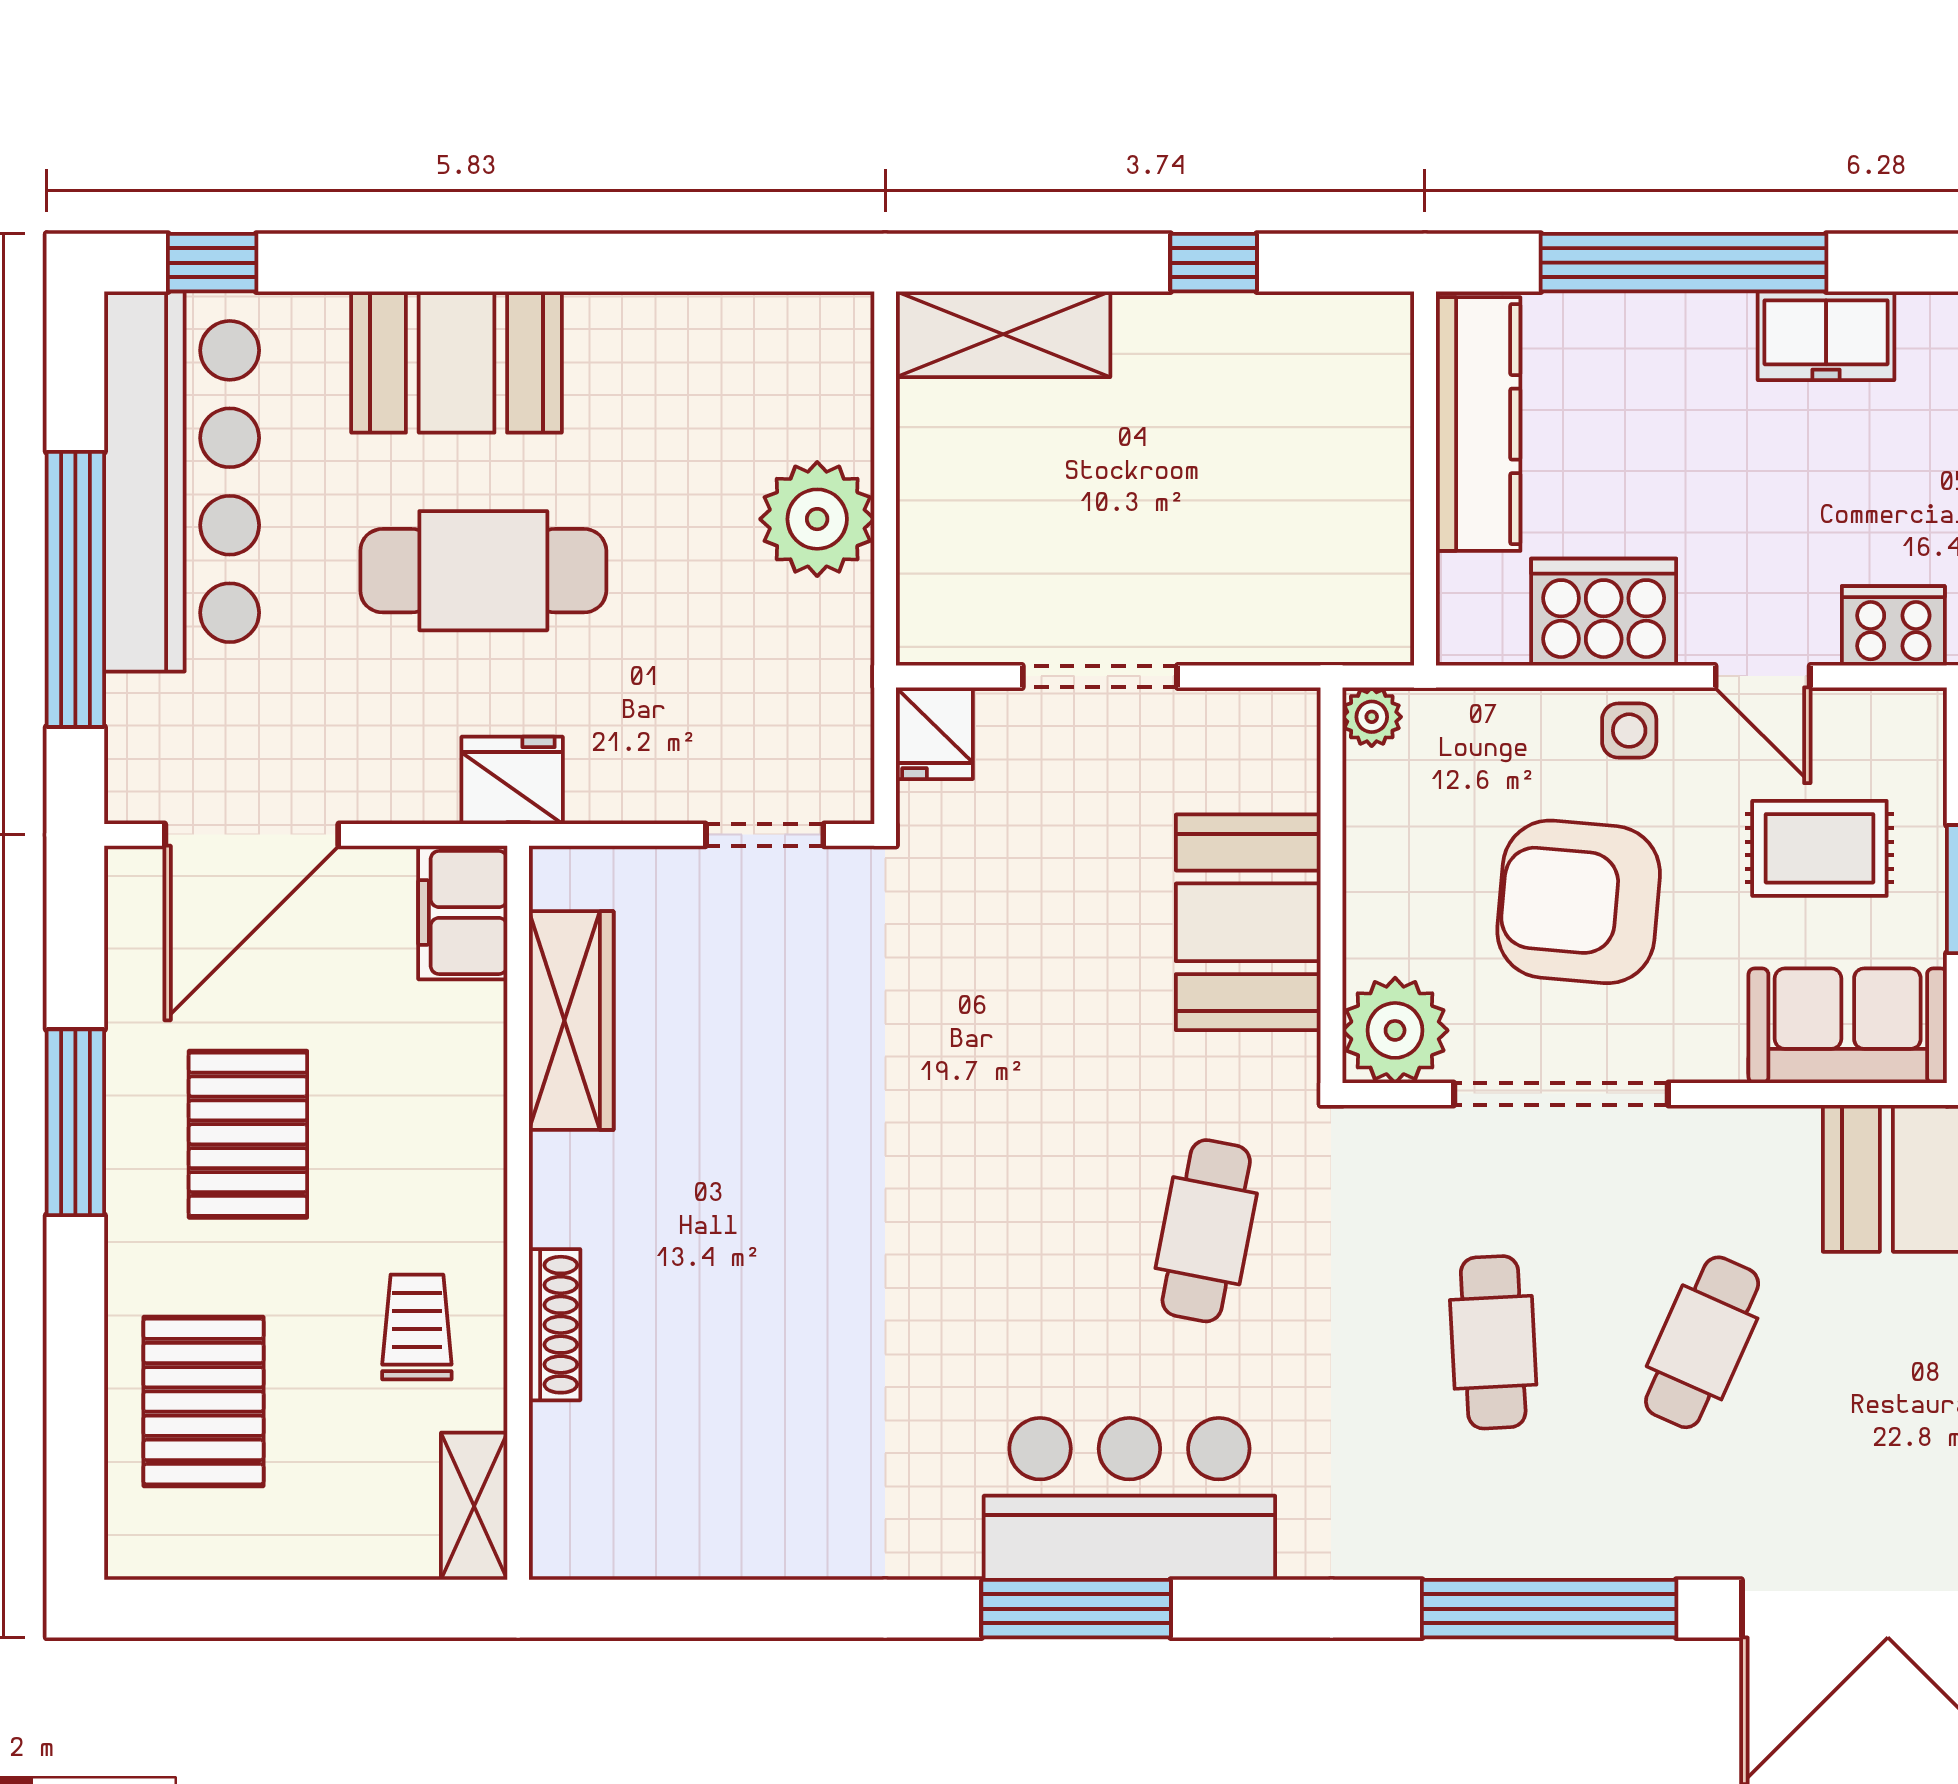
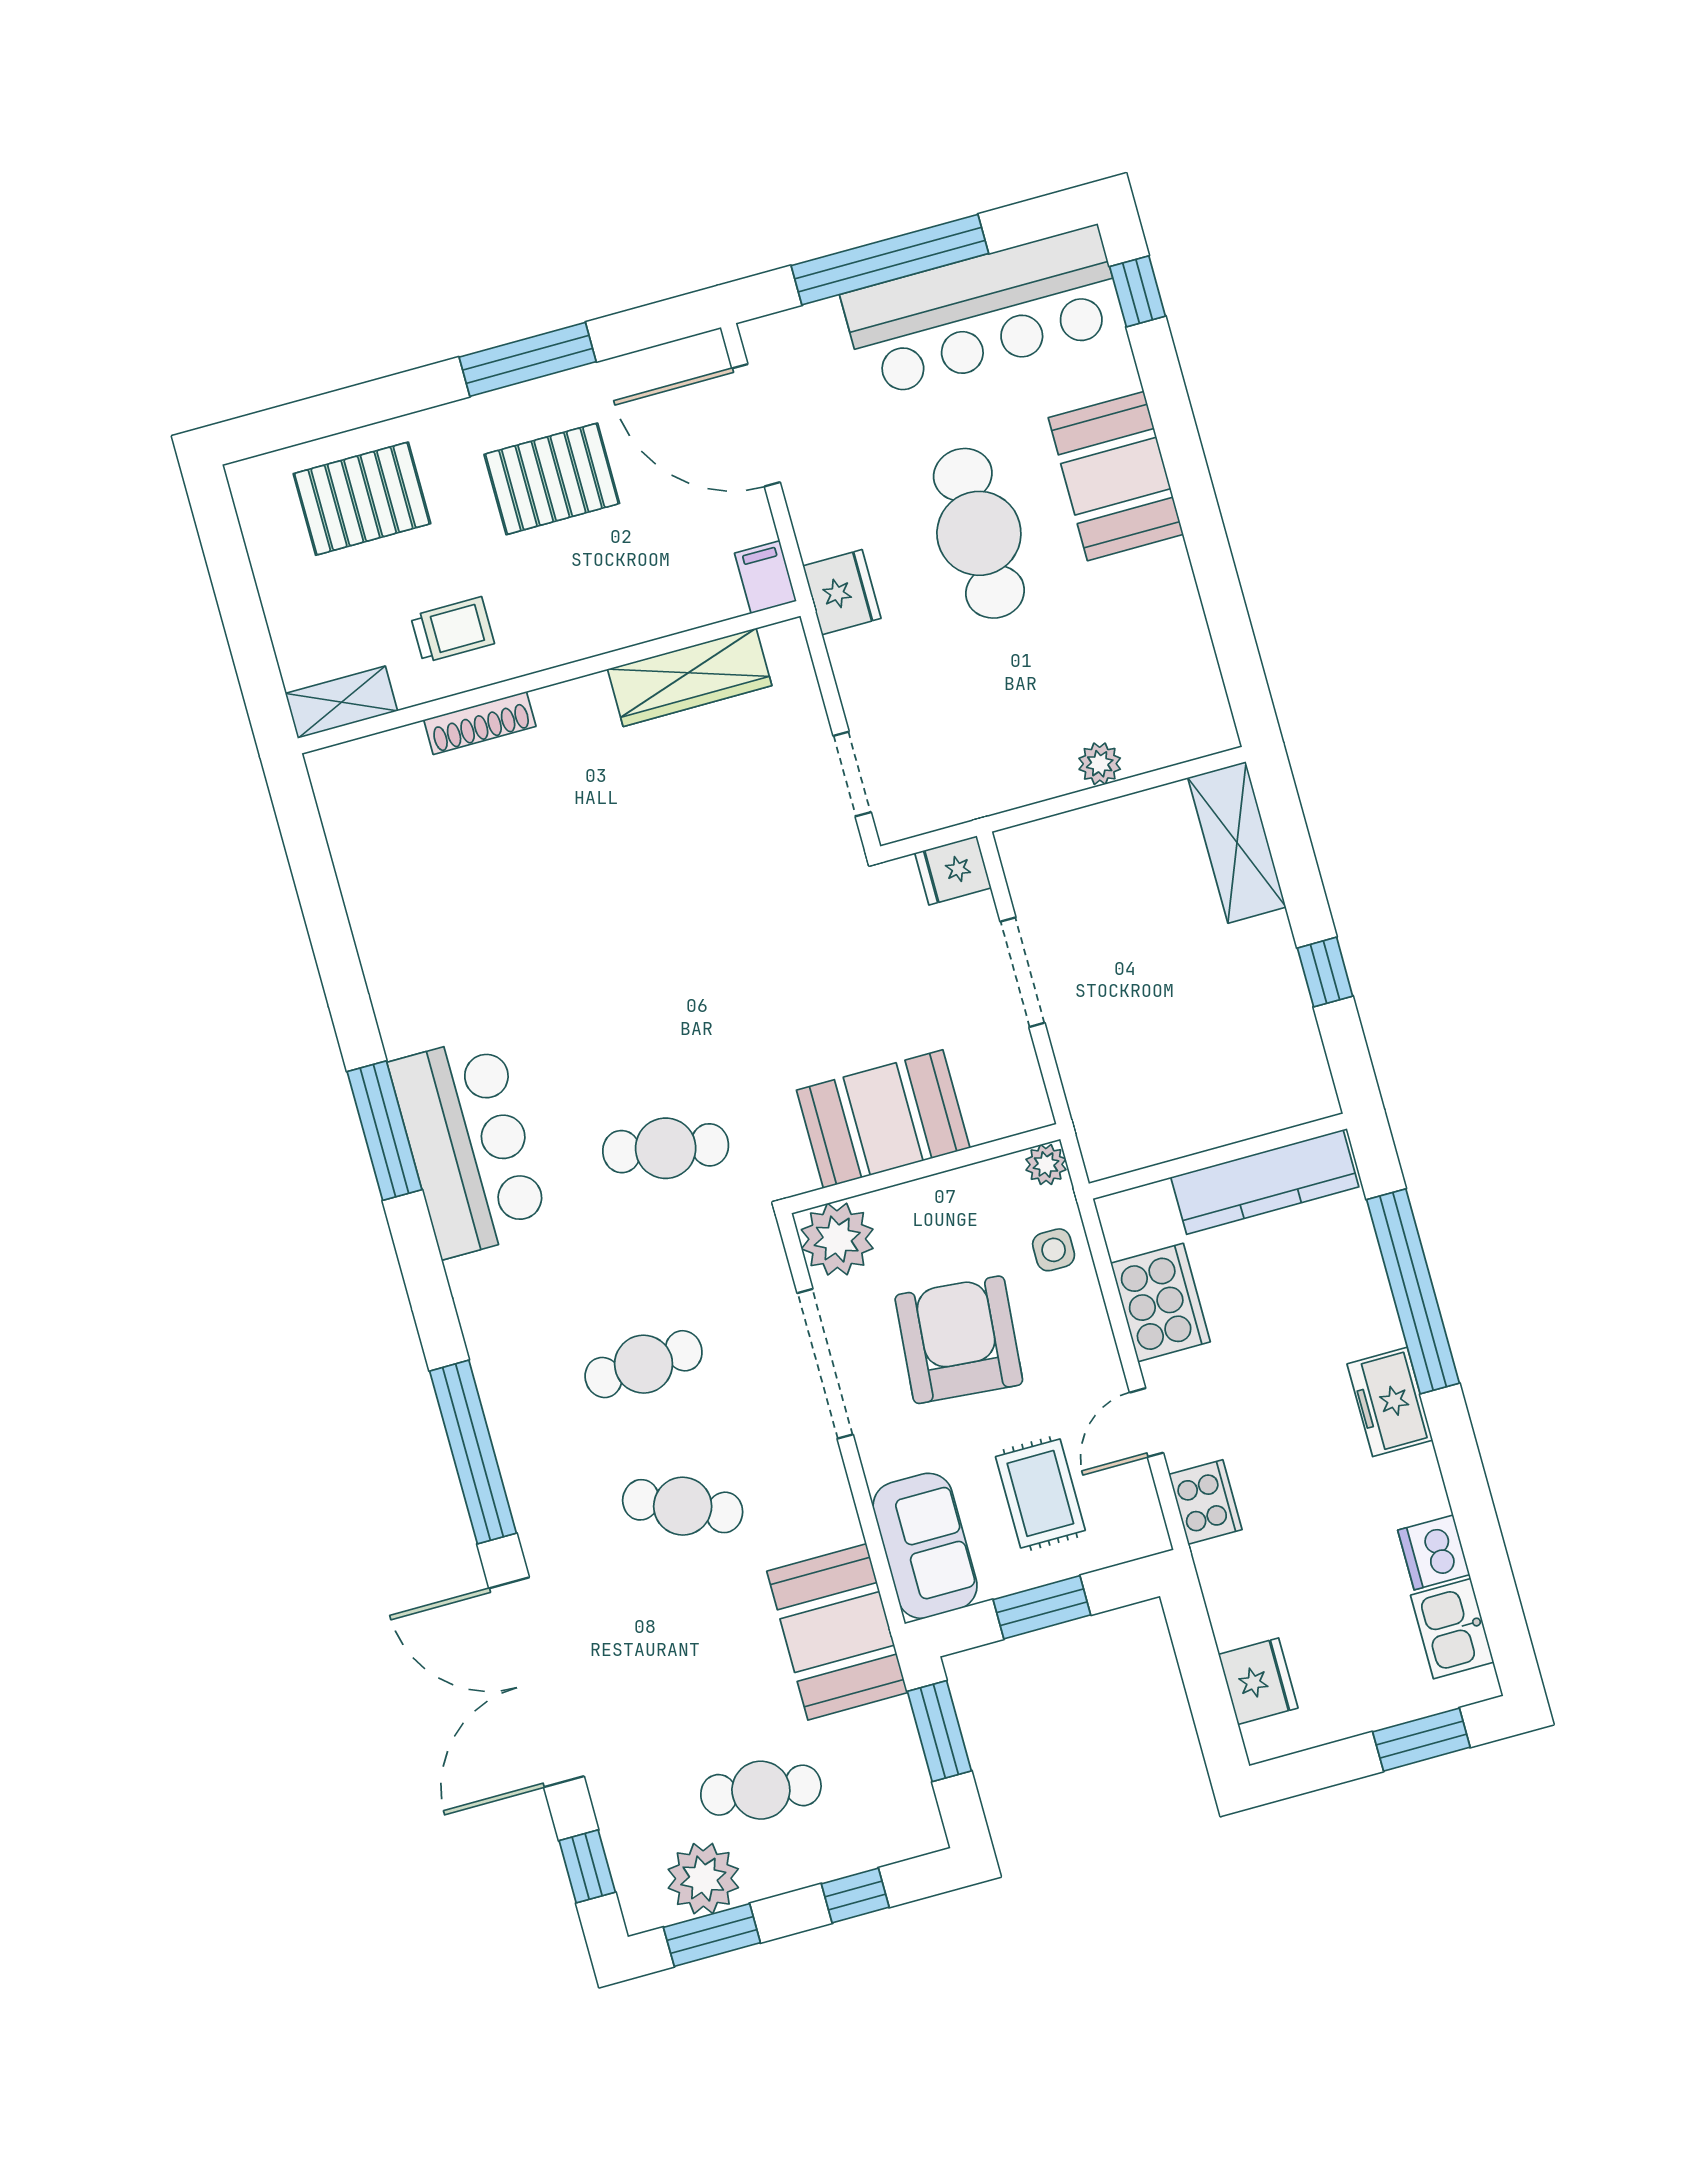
plant: (817, 519) -> (1100, 764), width x0.53, depth x0.53
side table: (1629, 731) -> (1054, 1250), moved
filing cabinet: (463, 912) -> (765, 577), width x0.50

